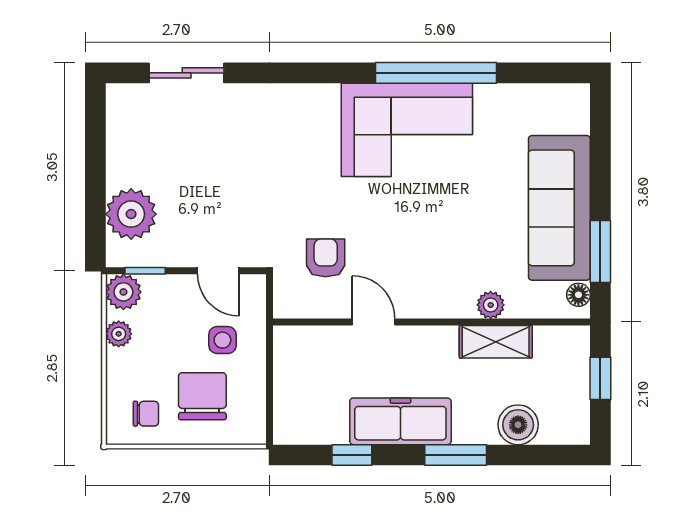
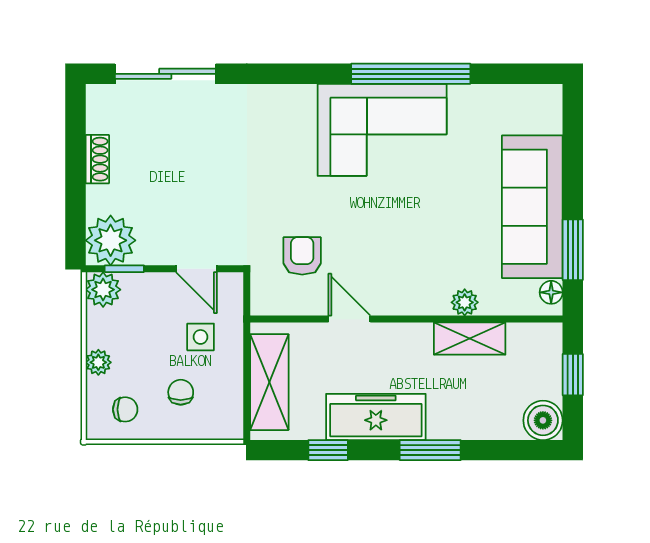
sliding door: (187, 73) -> (165, 74), width x1.37
shoe rack: (118, 160) -> (97, 159), added
plant: (131, 214) -> (111, 240), moved
plant: (119, 334) -> (98, 362), moved
shelving: (292, 386) -> (269, 382), added
chair: (202, 396) -> (181, 392), width x0.54, depth x0.54
boiler: (518, 425) -> (543, 420), moved

